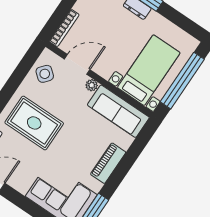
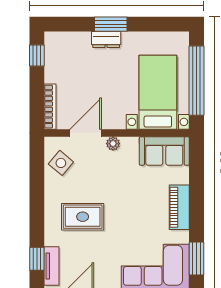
sofa: (118, 111) -> (164, 151), width x0.73
rug: (34, 123) -> (83, 217), width x0.73, depth x0.70

